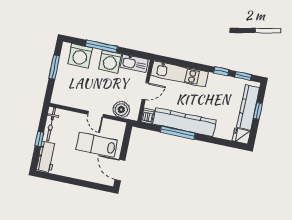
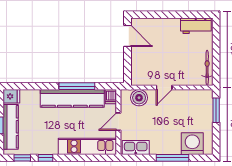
washing machine: (110, 62) -> (160, 144), removed
window: (54, 67) -> (216, 110), moved
door: (95, 114) -> (164, 87), swing flipped
window: (39, 139) -> (216, 50), removed
lab bench: (97, 145) -> (157, 57), removed
workbench: (47, 157) -> (196, 26), moved, turned -90

